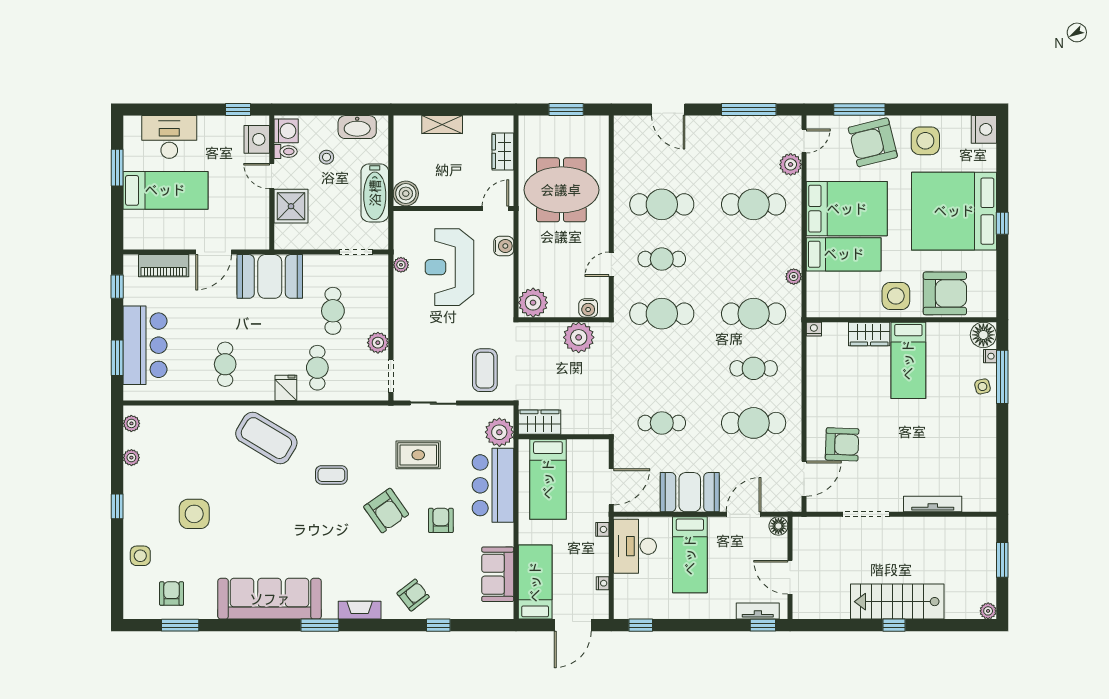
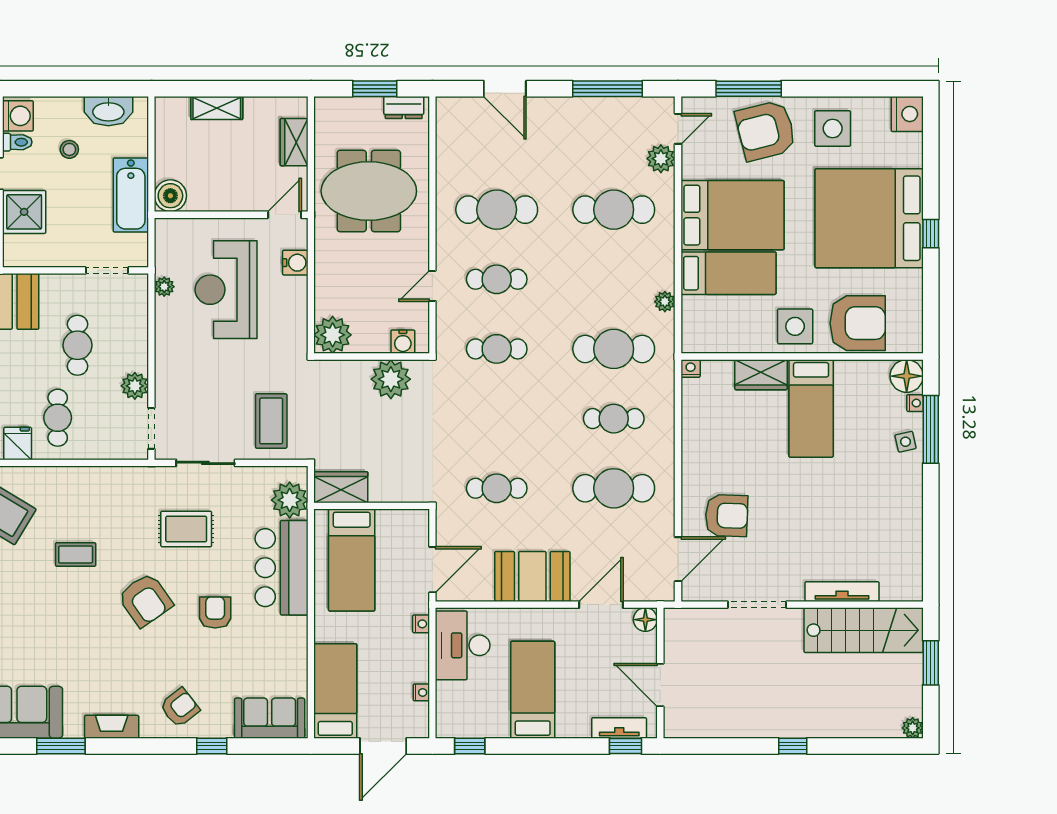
dresser: (589, 124) -> (404, 107), added
cafe table: (662, 314) -> (497, 349), width x0.73, depth x0.74
bed: (690, 555) -> (533, 690), moved, turned 180
sofa: (498, 574) -> (270, 718), moved, turned 90
stairs: (897, 602) -> (864, 630), moved, turned 180

